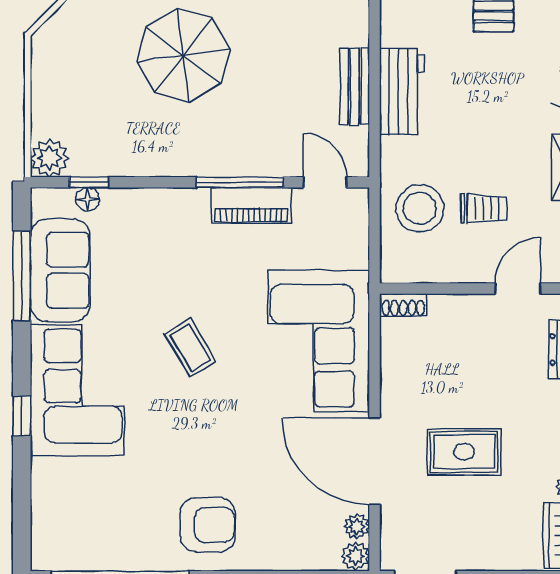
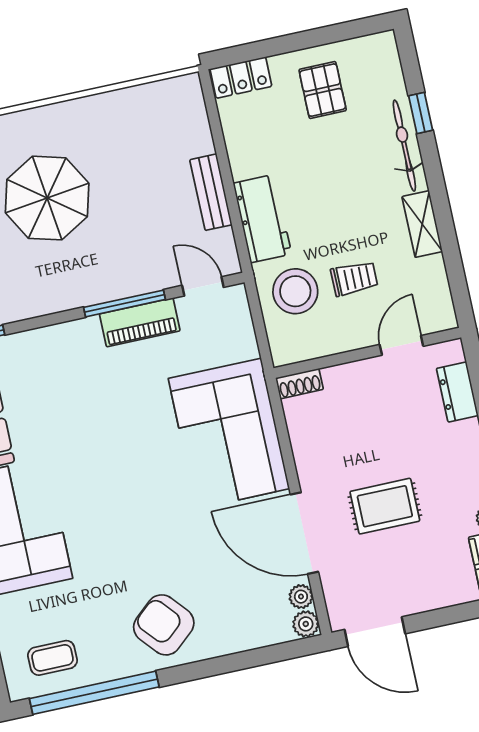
workbench: (402, 91) -> (262, 219), moved
coffee table: (190, 348) -> (52, 658), moved, turned -59
armchair: (208, 525) -> (164, 625), turned -131

